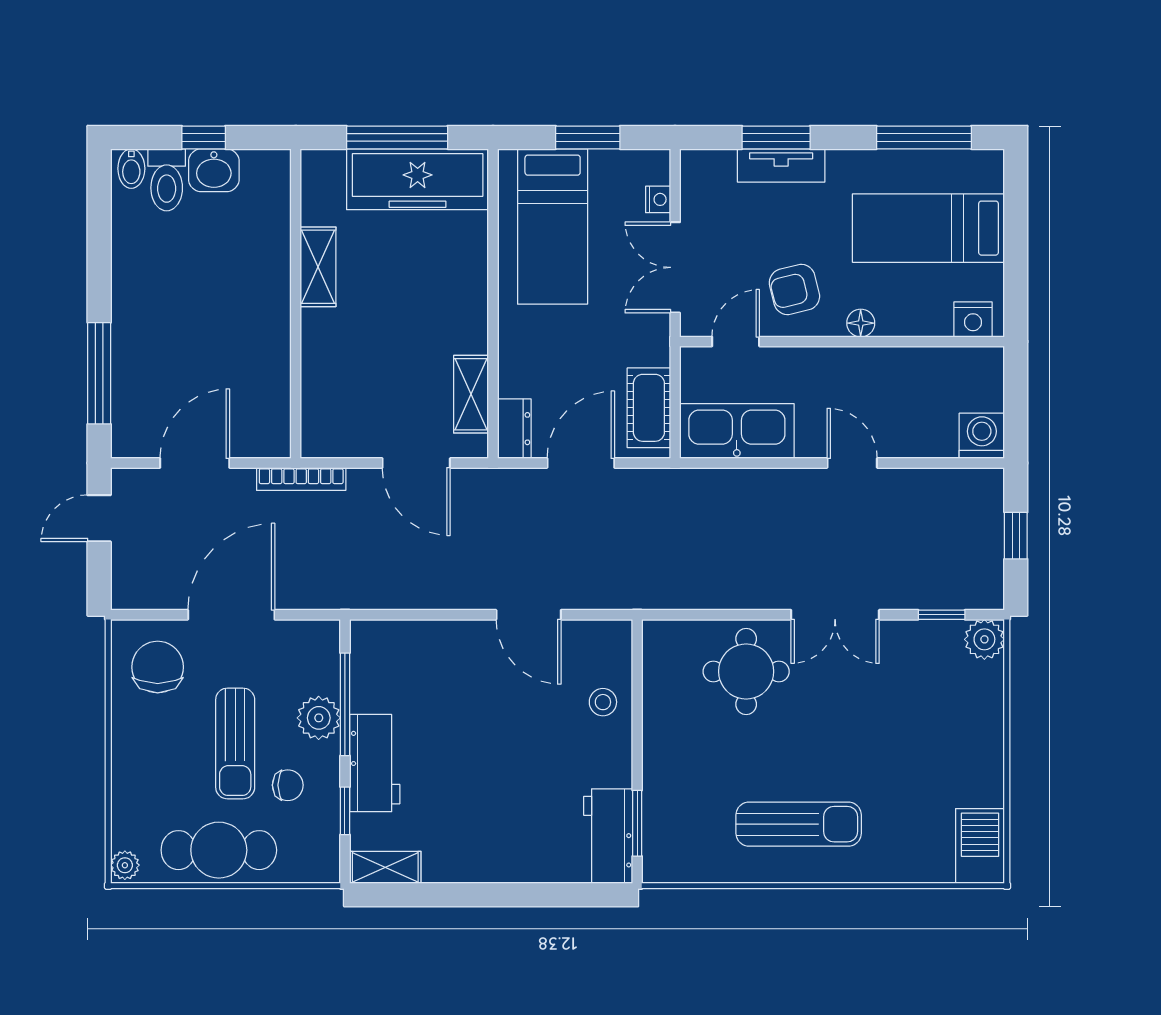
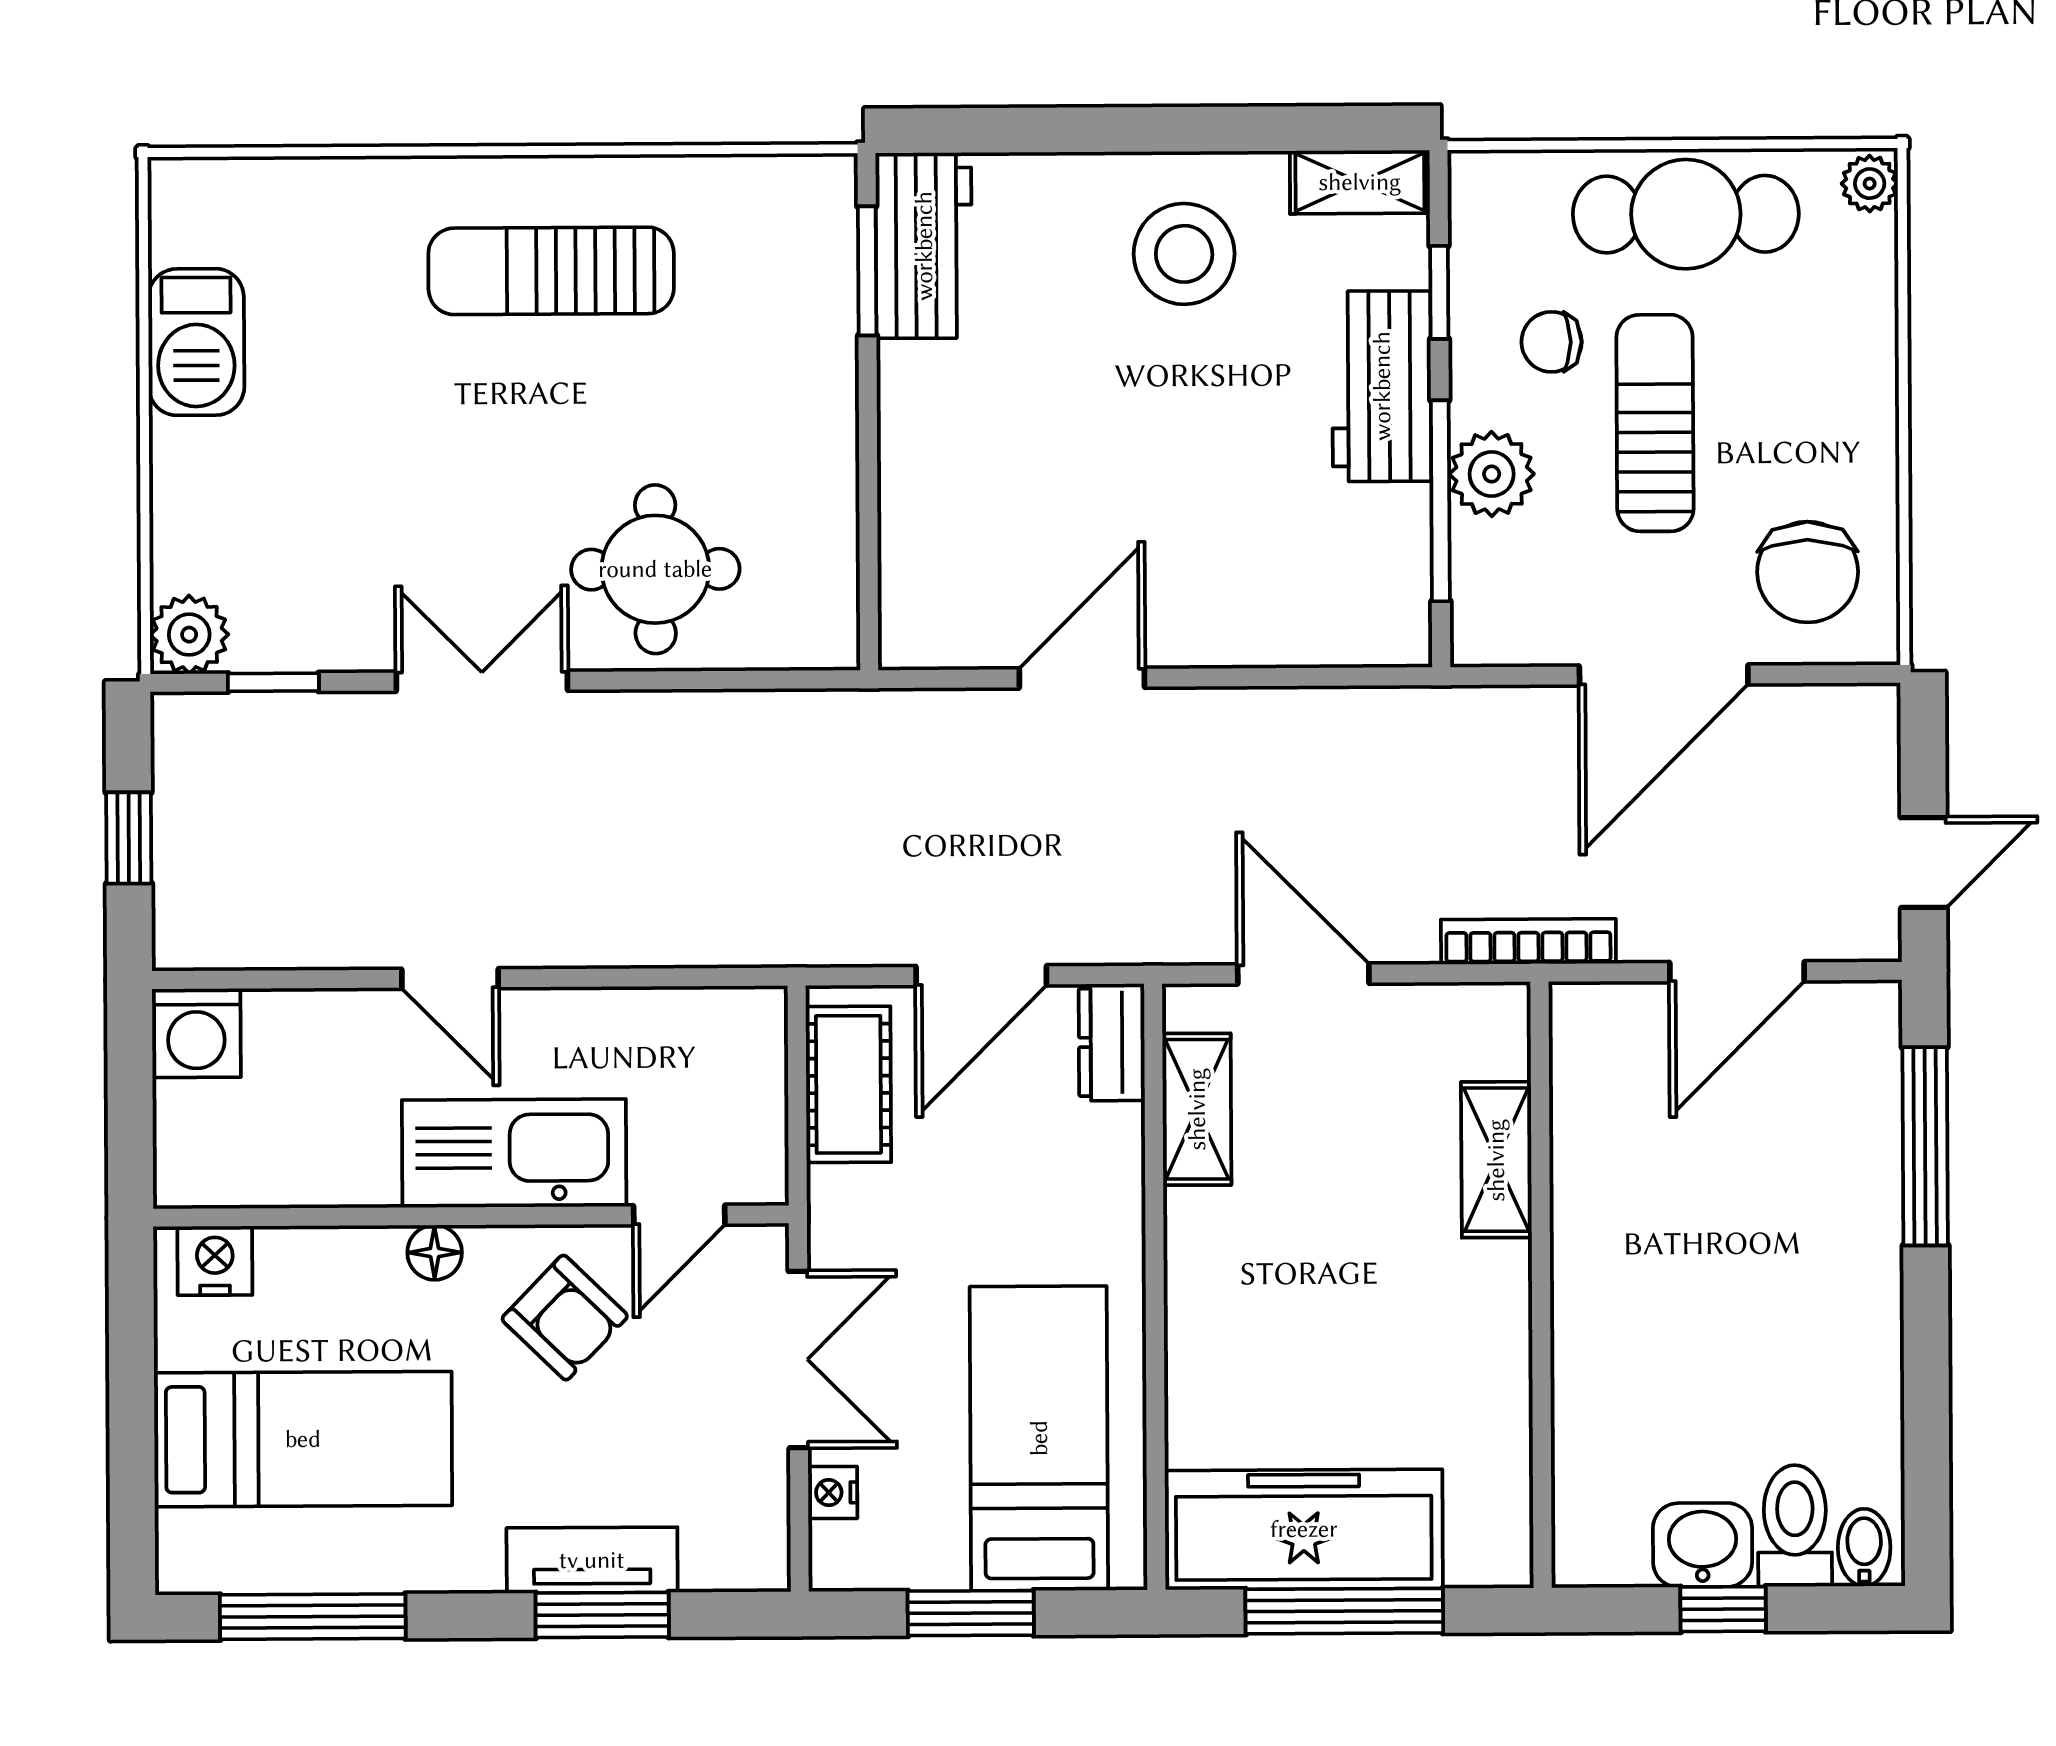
shelving: (318, 267) -> (1496, 1160), moved
armchair: (794, 289) -> (565, 1318), turned 58
kitchen sink: (737, 431) -> (514, 1153), moved, turned 180
door: (529, 615) -> (1082, 678), hinge flipped
stool: (603, 702) -> (1184, 254), moved, width x1.89, depth x1.89
barbecue: (980, 846) -> (196, 342), moved

